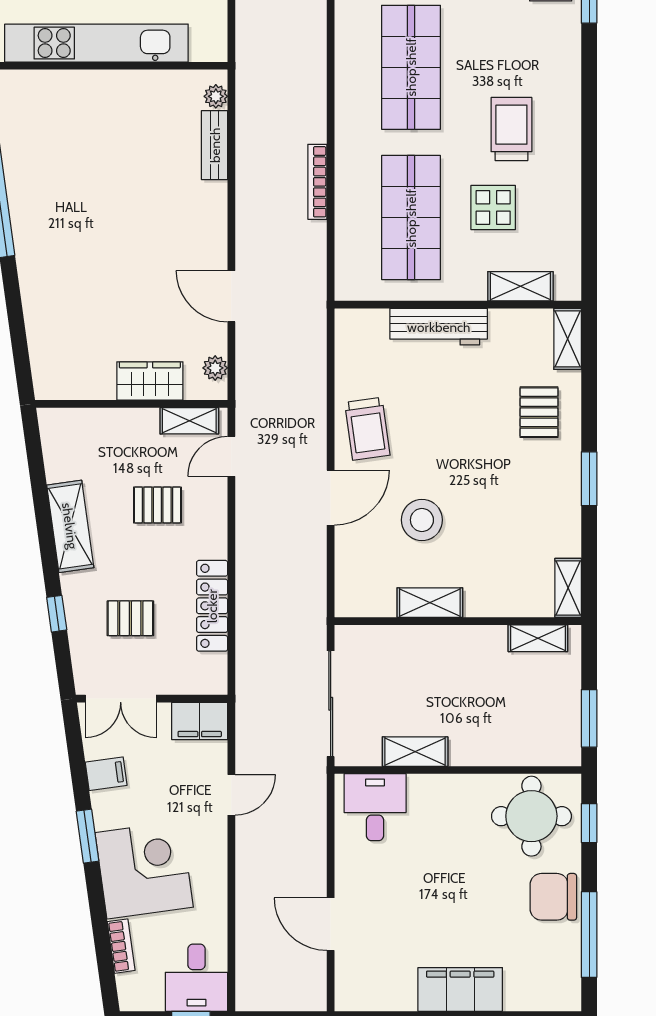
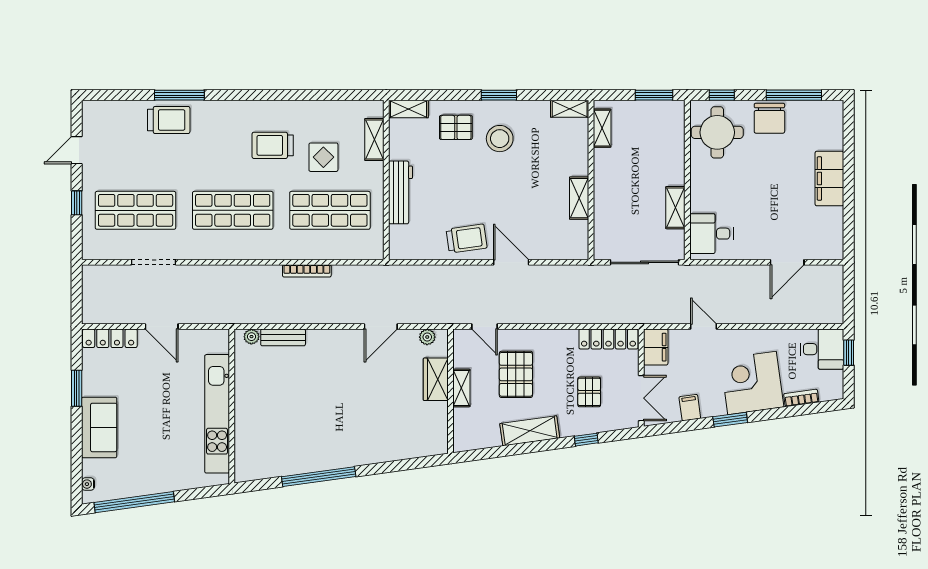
shelving: (189, 421) -> (461, 388), moved
pallet: (157, 505) -> (516, 374), width x1.50, depth x1.42
stool: (422, 520) -> (500, 139), moved
locker: (212, 606) -> (608, 339), moved

